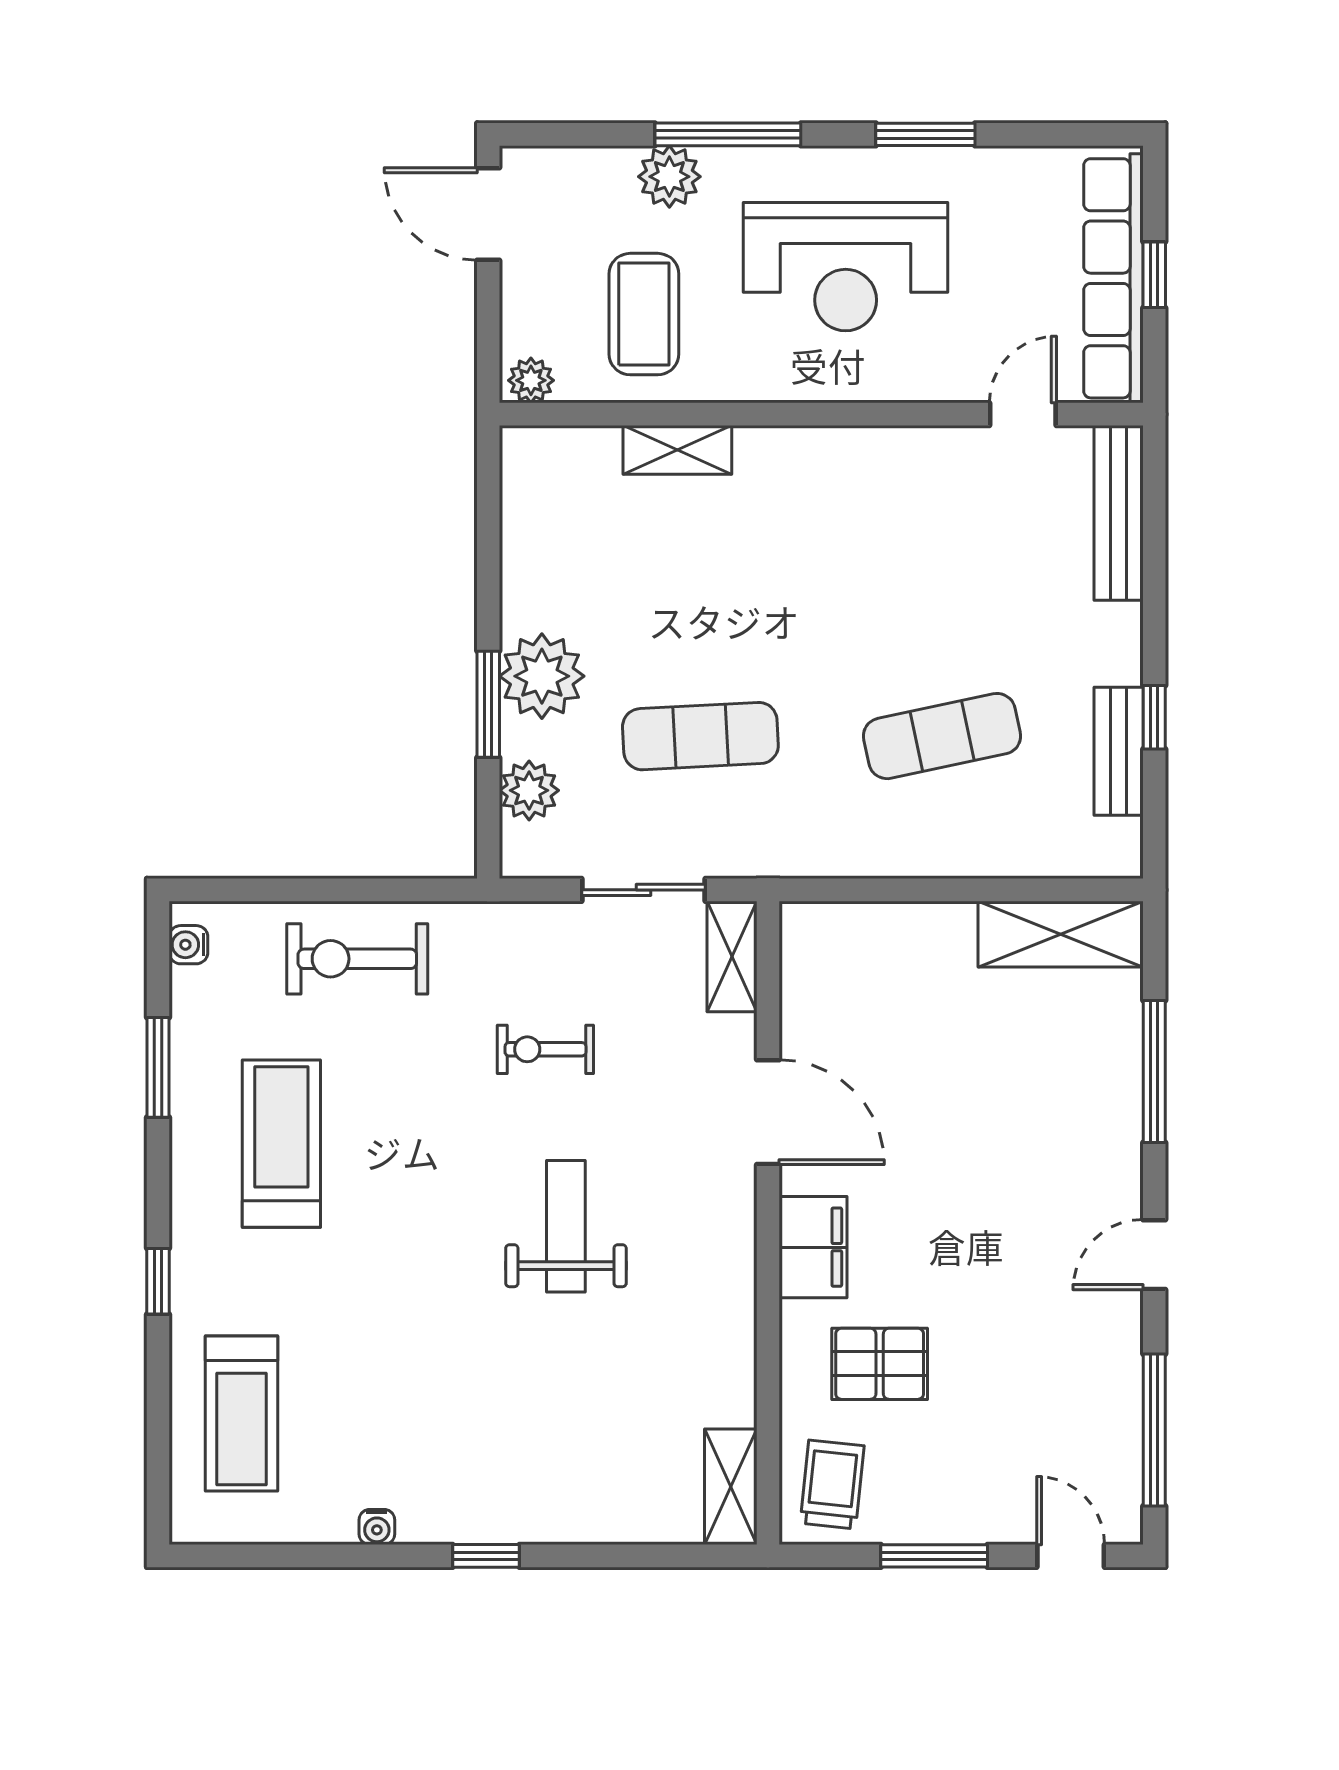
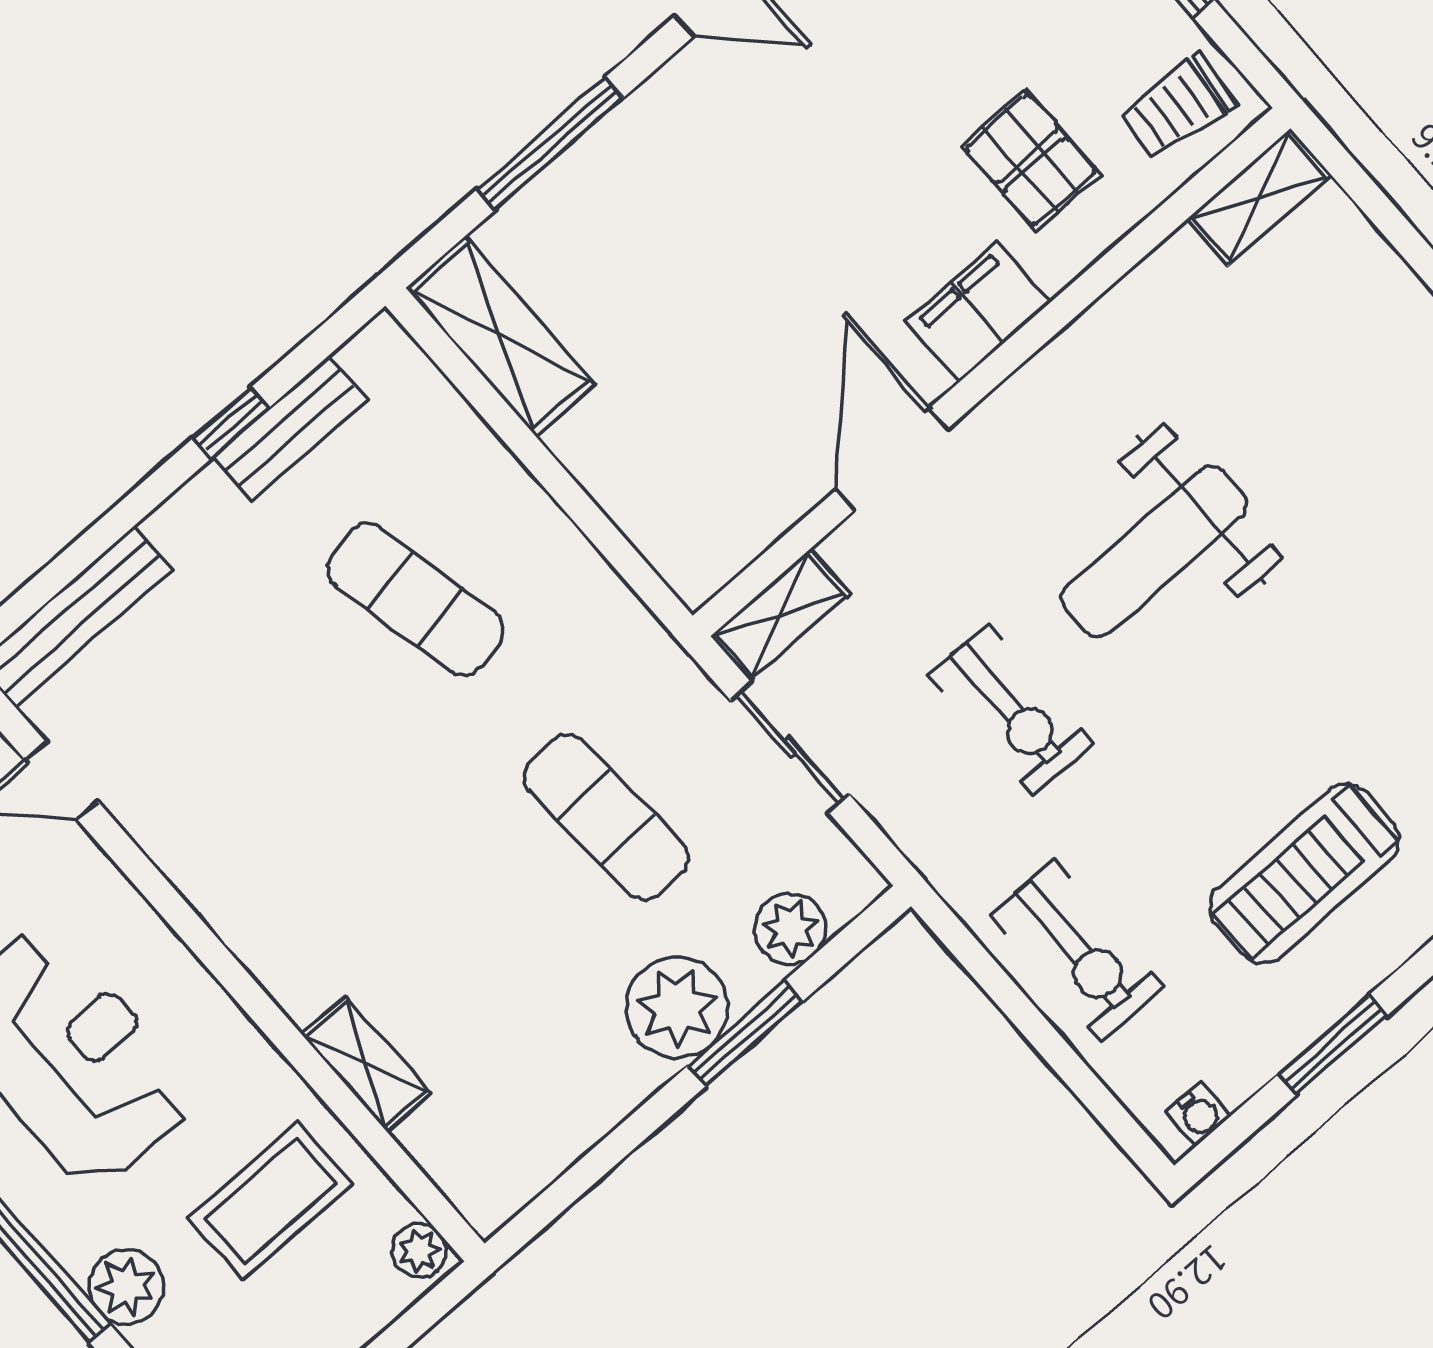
exercise bike: (545, 1049) -> (1011, 710), width x1.38, depth x1.39
weight bench: (566, 1226) -> (1154, 552), width x1.36, depth x1.33

